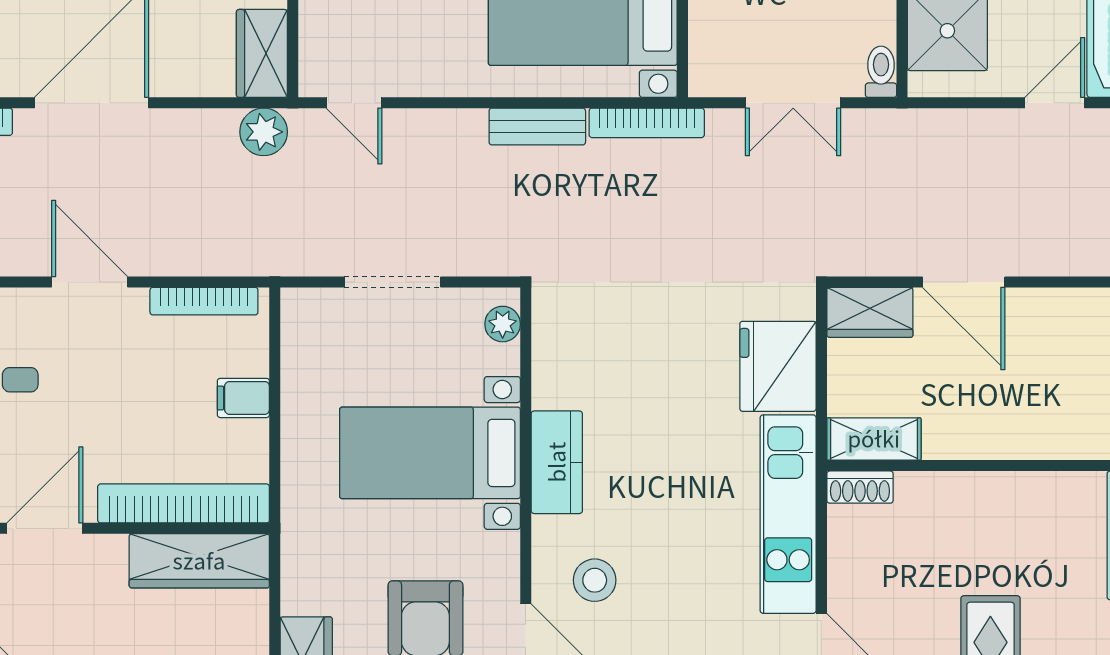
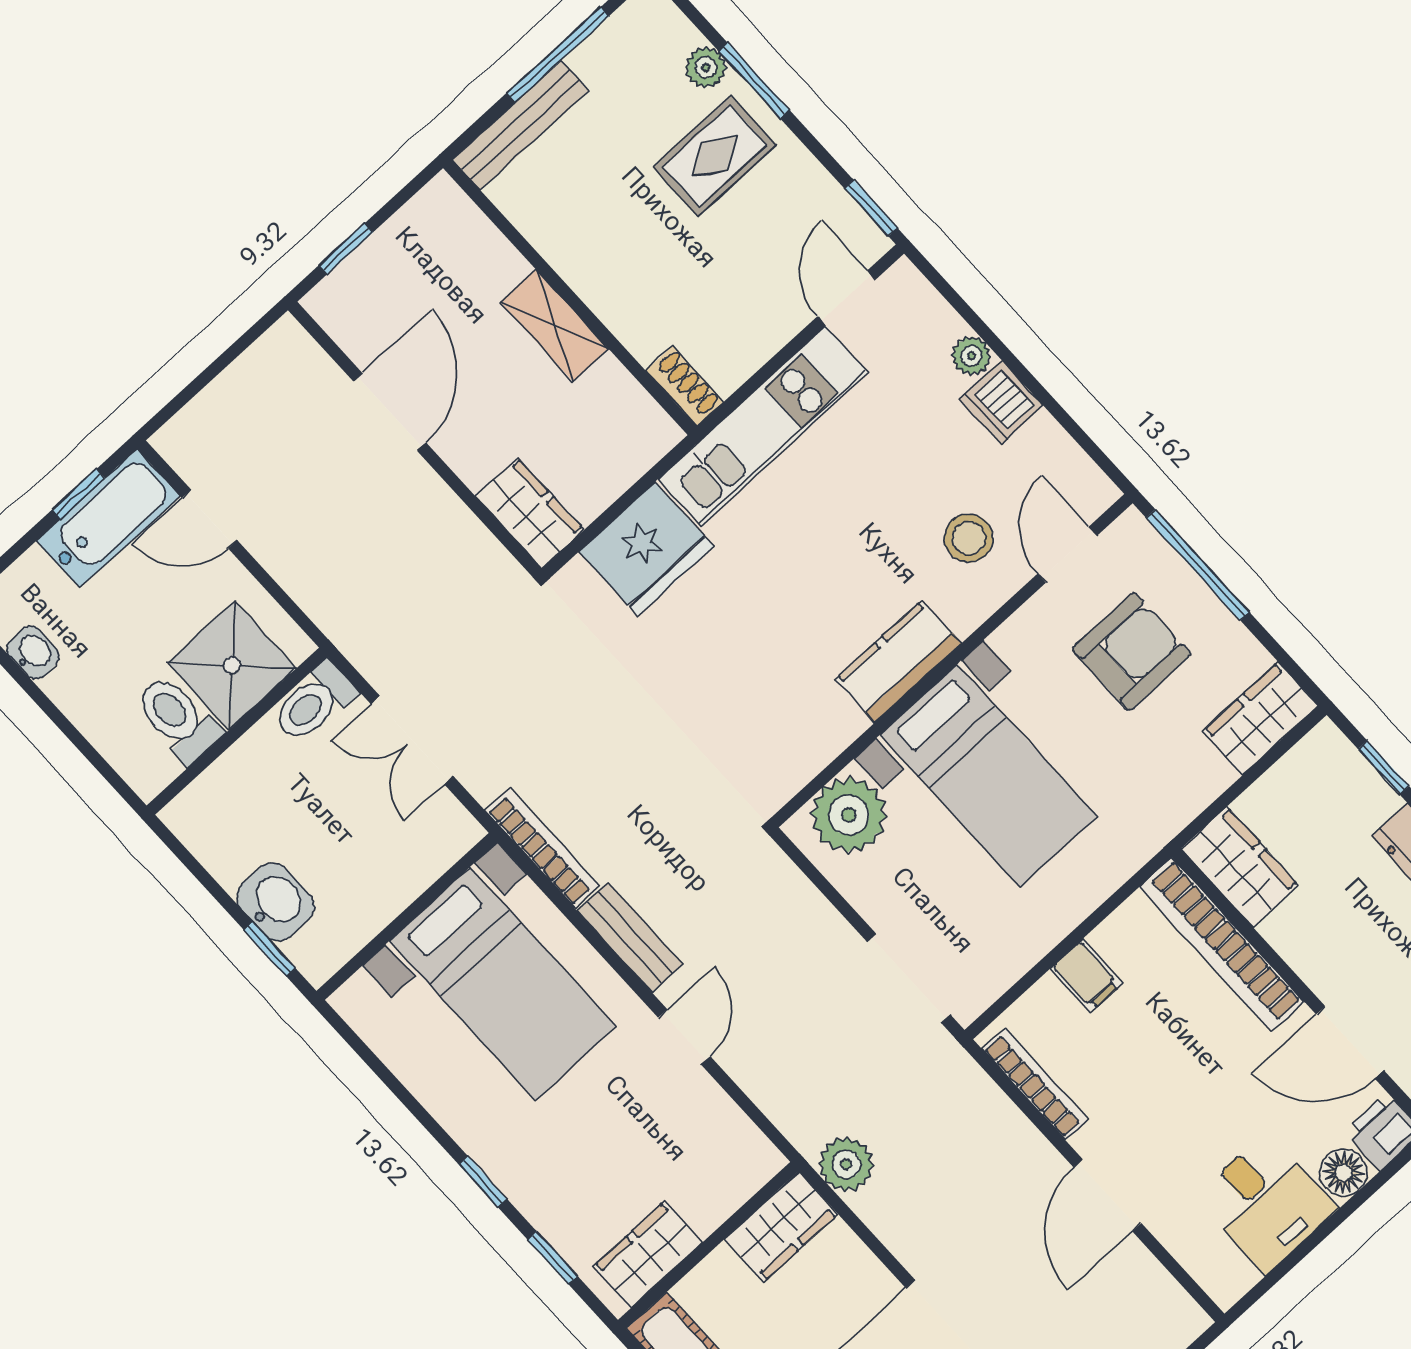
toilet: (881, 72) -> (314, 702), width x1.37, depth x1.39
door: (354, 103) -> (684, 1037), moved
double door: (793, 103) -> (412, 740), swing flipped
doorway: (392, 282) -> (909, 978), moved
door: (964, 282) -> (390, 412), moved
plant: (503, 324) -> (849, 815), width x1.88, depth x1.88
shelving: (874, 439) -> (554, 326), moved
wardrobe: (199, 561) -> (1240, 867), width x0.67

